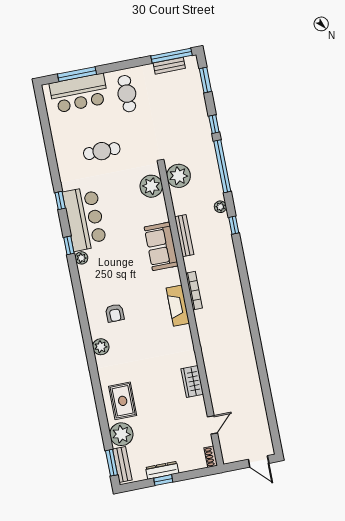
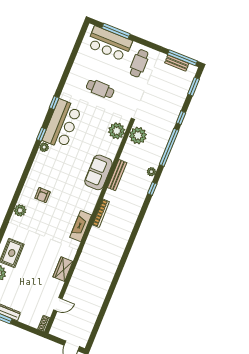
fireplace: (178, 306) -> (81, 226), moved

